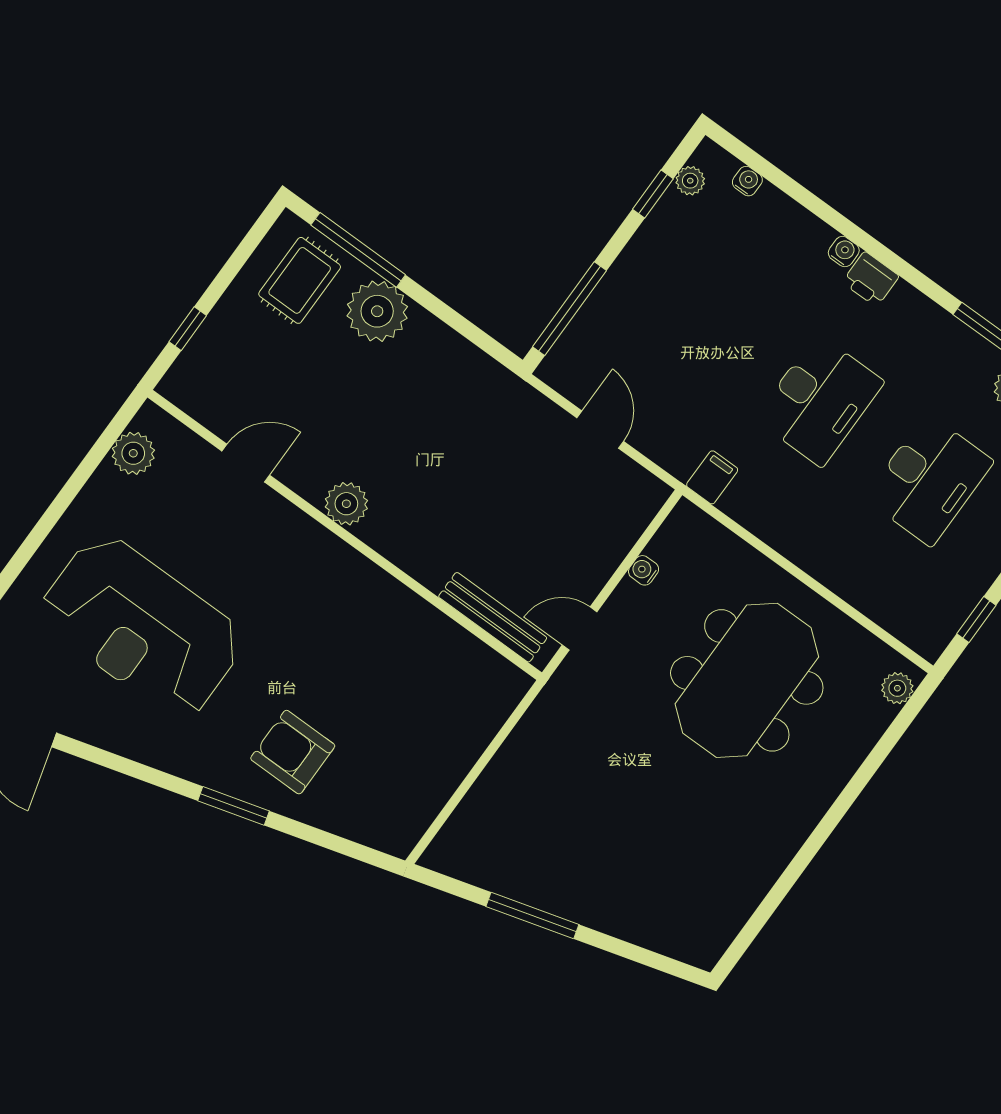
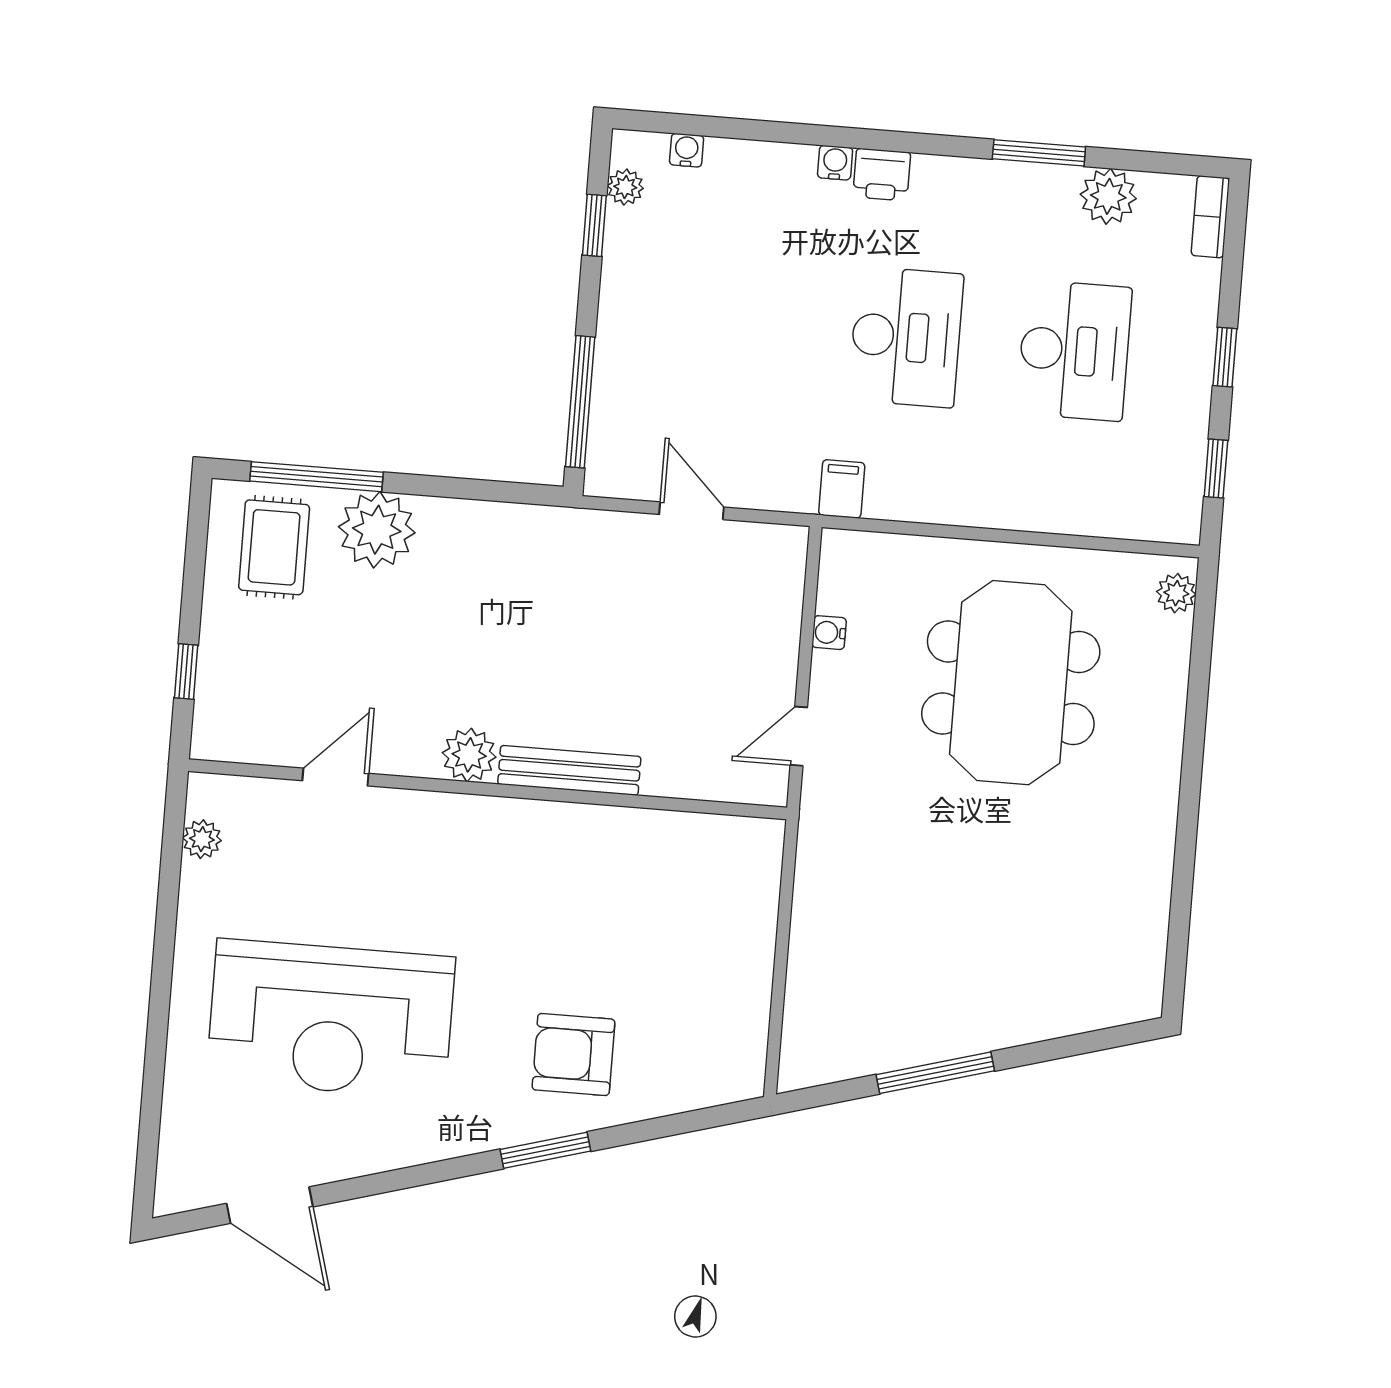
plant: (133, 453) -> (202, 839), width x0.73, depth x0.73
bench: (493, 617) -> (569, 770), moved

